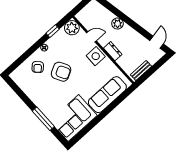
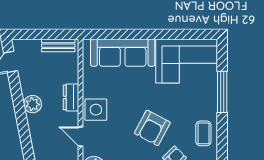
plant: (117, 24) -> (33, 104), moved
armchair: (61, 72) -> (152, 128), turned -124
coffee table: (34, 91) -> (203, 133), added

